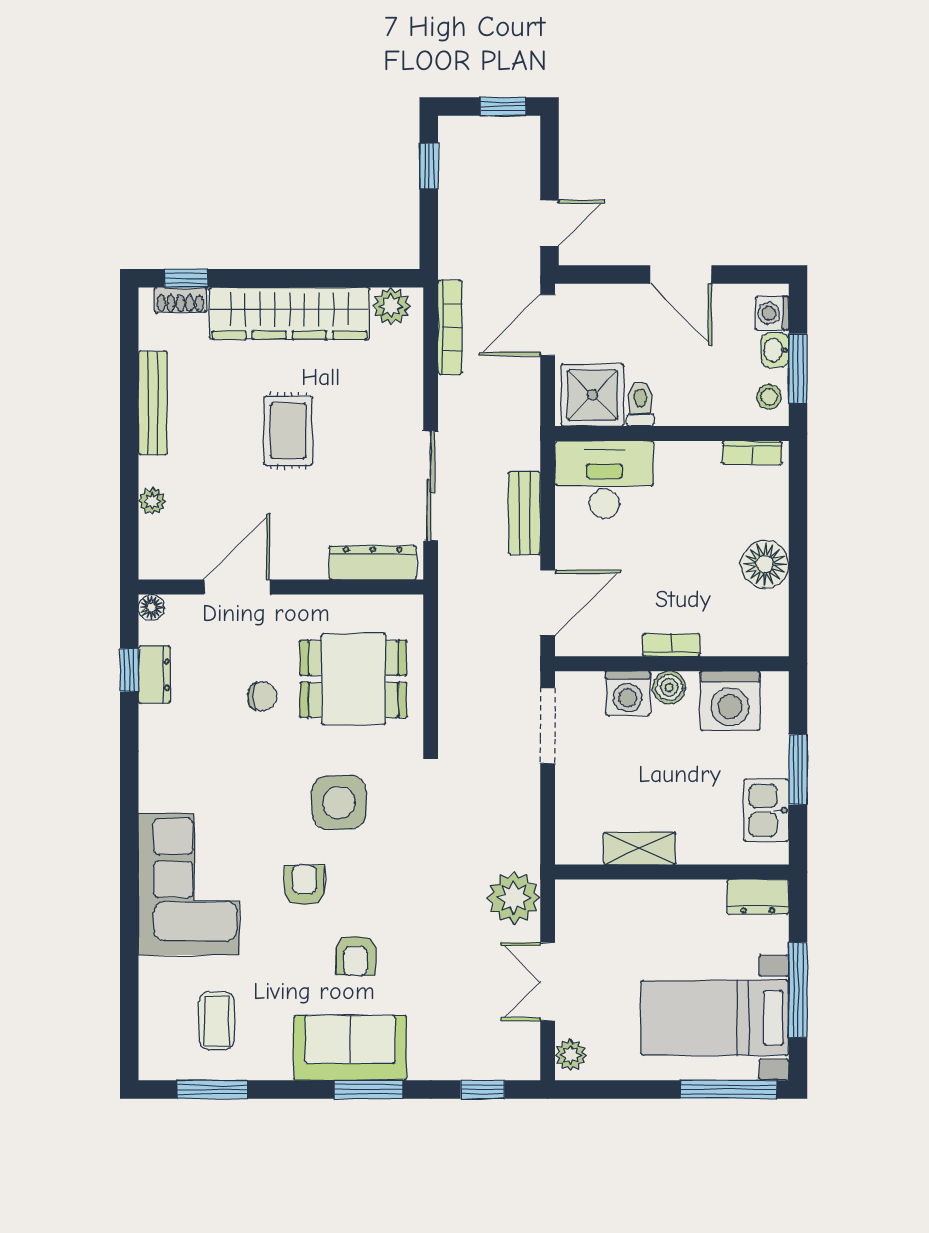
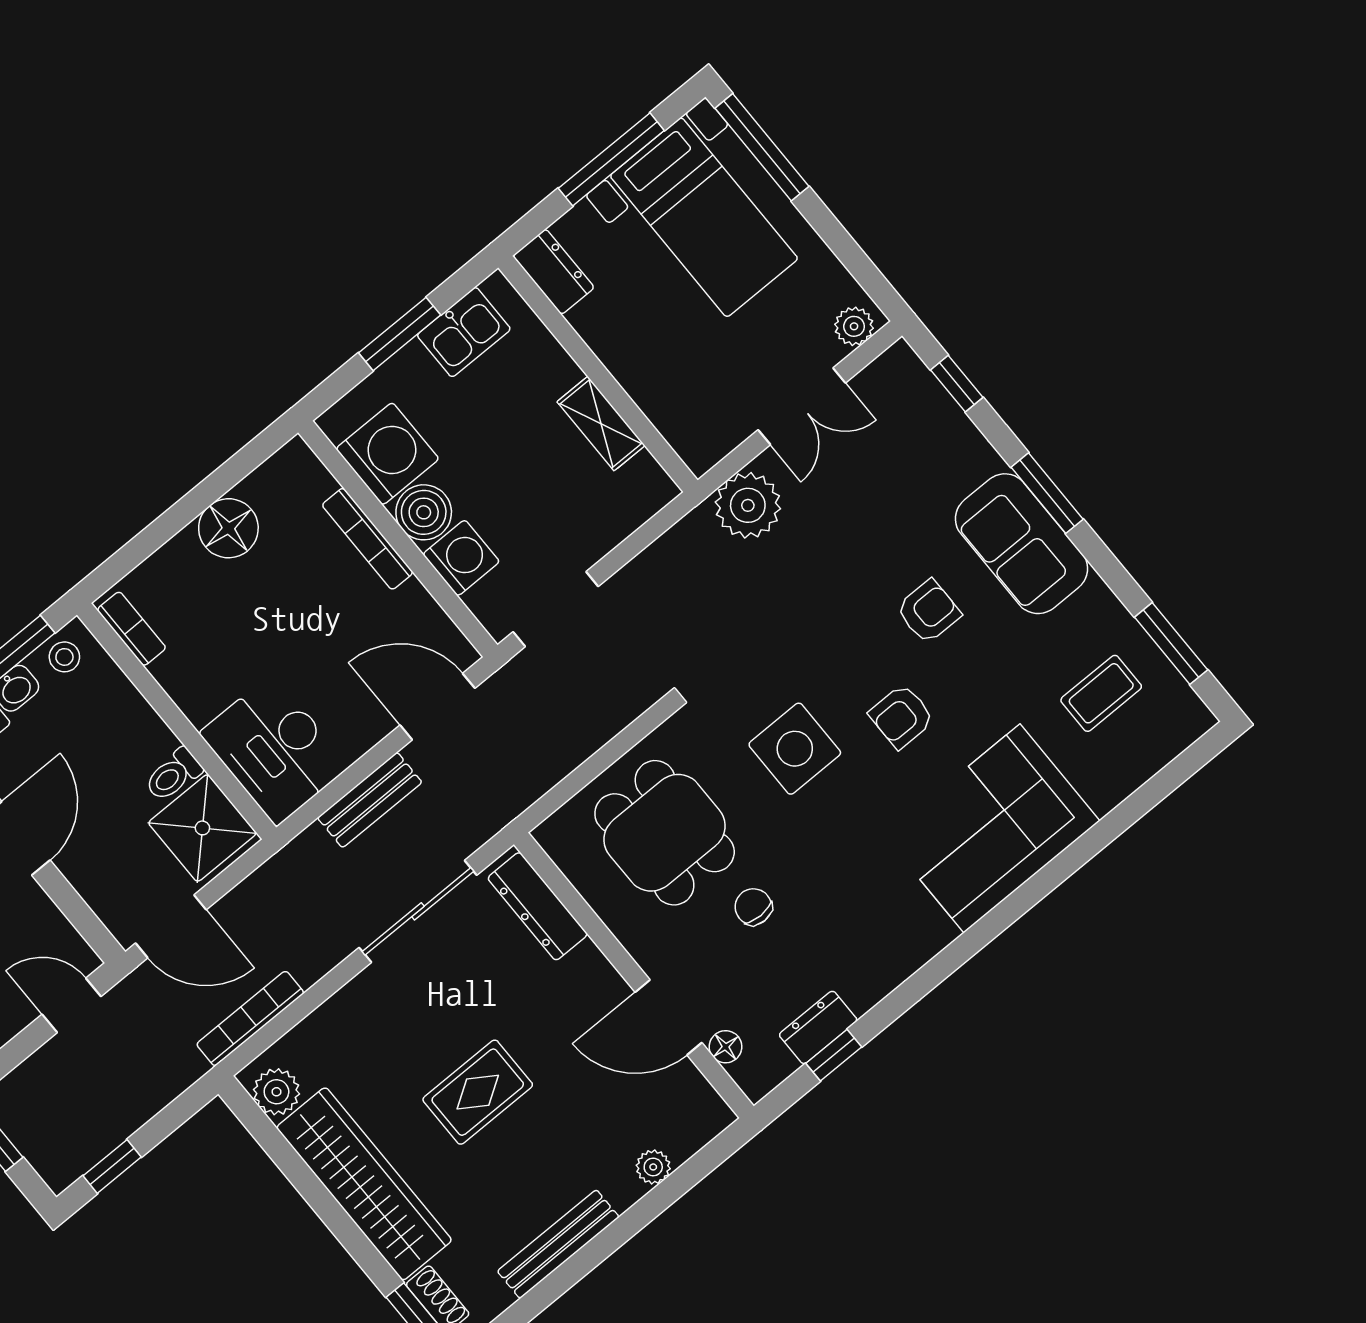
floor lamp: (151, 607) -> (726, 1047), moved
bookcase: (671, 645) -> (368, 539), width x1.56
boiler: (669, 687) -> (424, 512), width x1.36, depth x1.36

